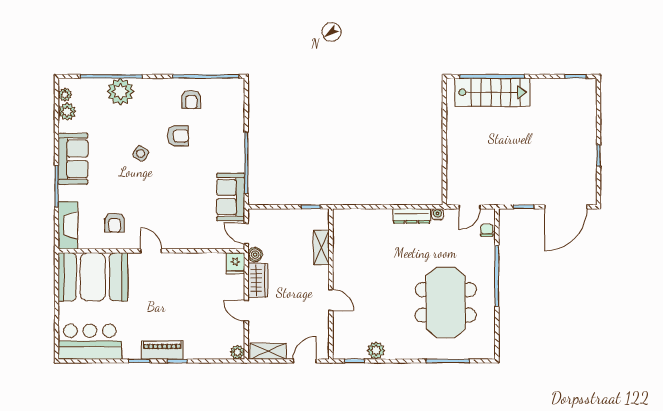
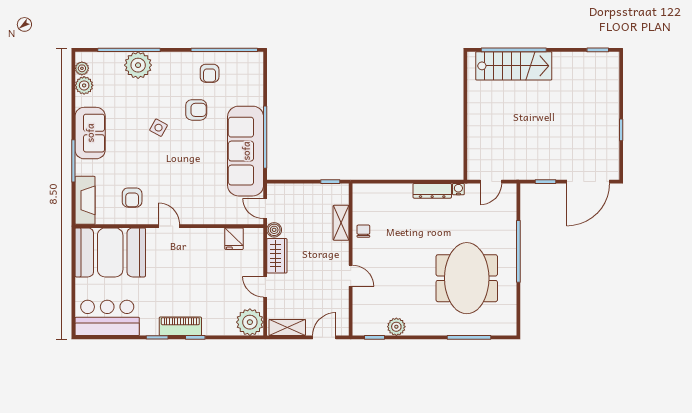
sofa: (231, 197) -> (246, 151), width x1.85, depth x1.27
chair: (487, 230) -> (363, 231), moved
fridge: (235, 263) -> (234, 239), moved
plant: (237, 352) -> (250, 322), width x1.87, depth x1.87

